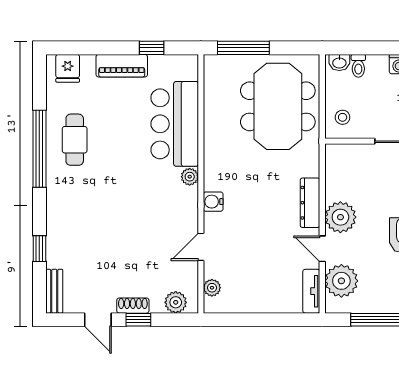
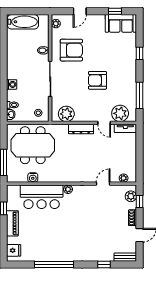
cafe table: (75, 140) -> (49, 247), removed
water cooler: (213, 202) -> (33, 178), moved
plant: (340, 217) -> (66, 114), moved
door: (201, 247) -> (103, 184), swing flipped
door: (322, 249) -> (104, 123), hinge flipped
window: (138, 320) -> (140, 202), moved

